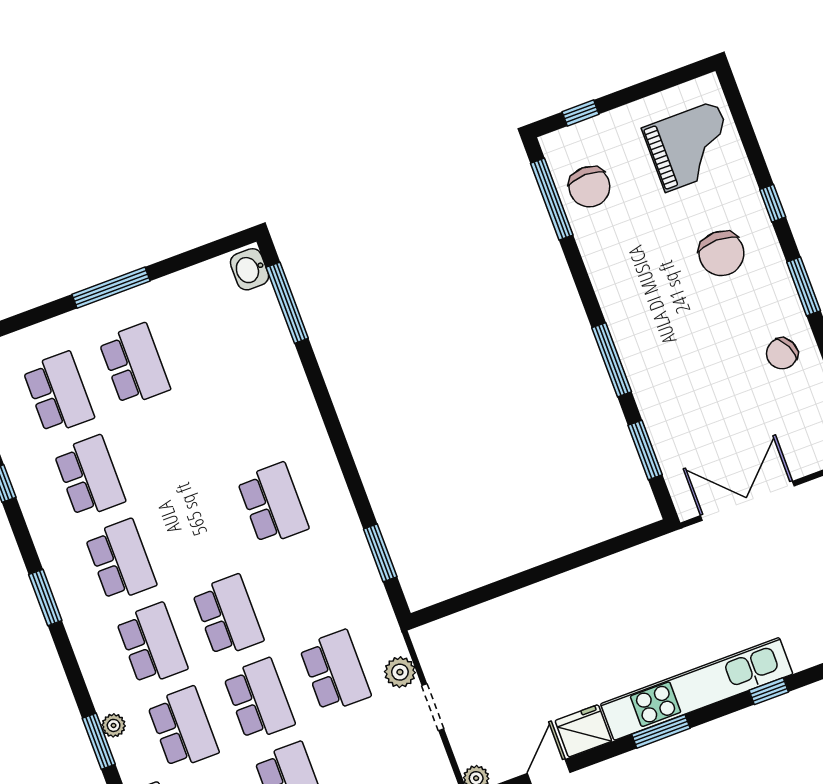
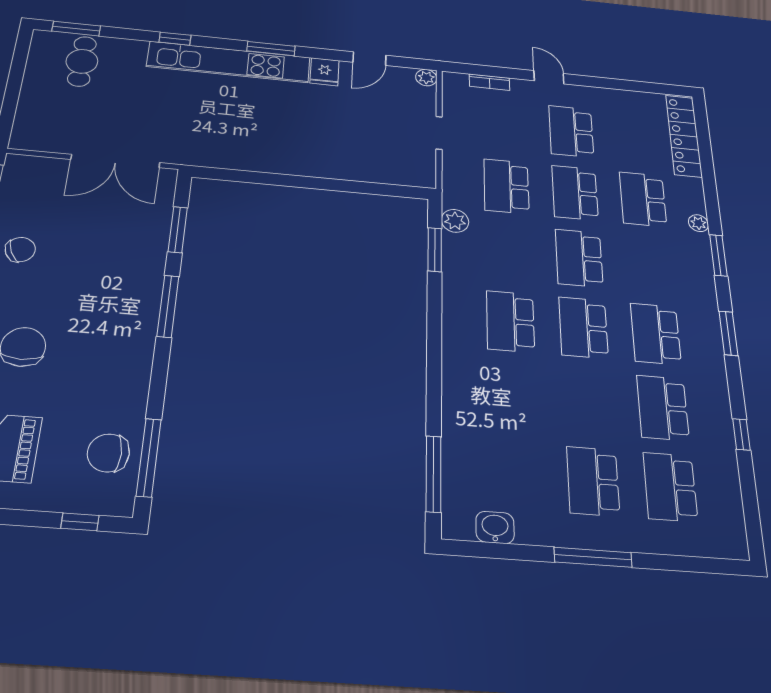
chair: (589, 187) -> (108, 453), turned -90
washbasin: (250, 269) -> (495, 527), moved, turned -90
school desk: (152, 644) -> (583, 328), moved
plant: (400, 672) -> (455, 221), moved
fridge: (583, 731) -> (324, 72), width x0.72
window: (99, 741) -> (718, 255), moved

